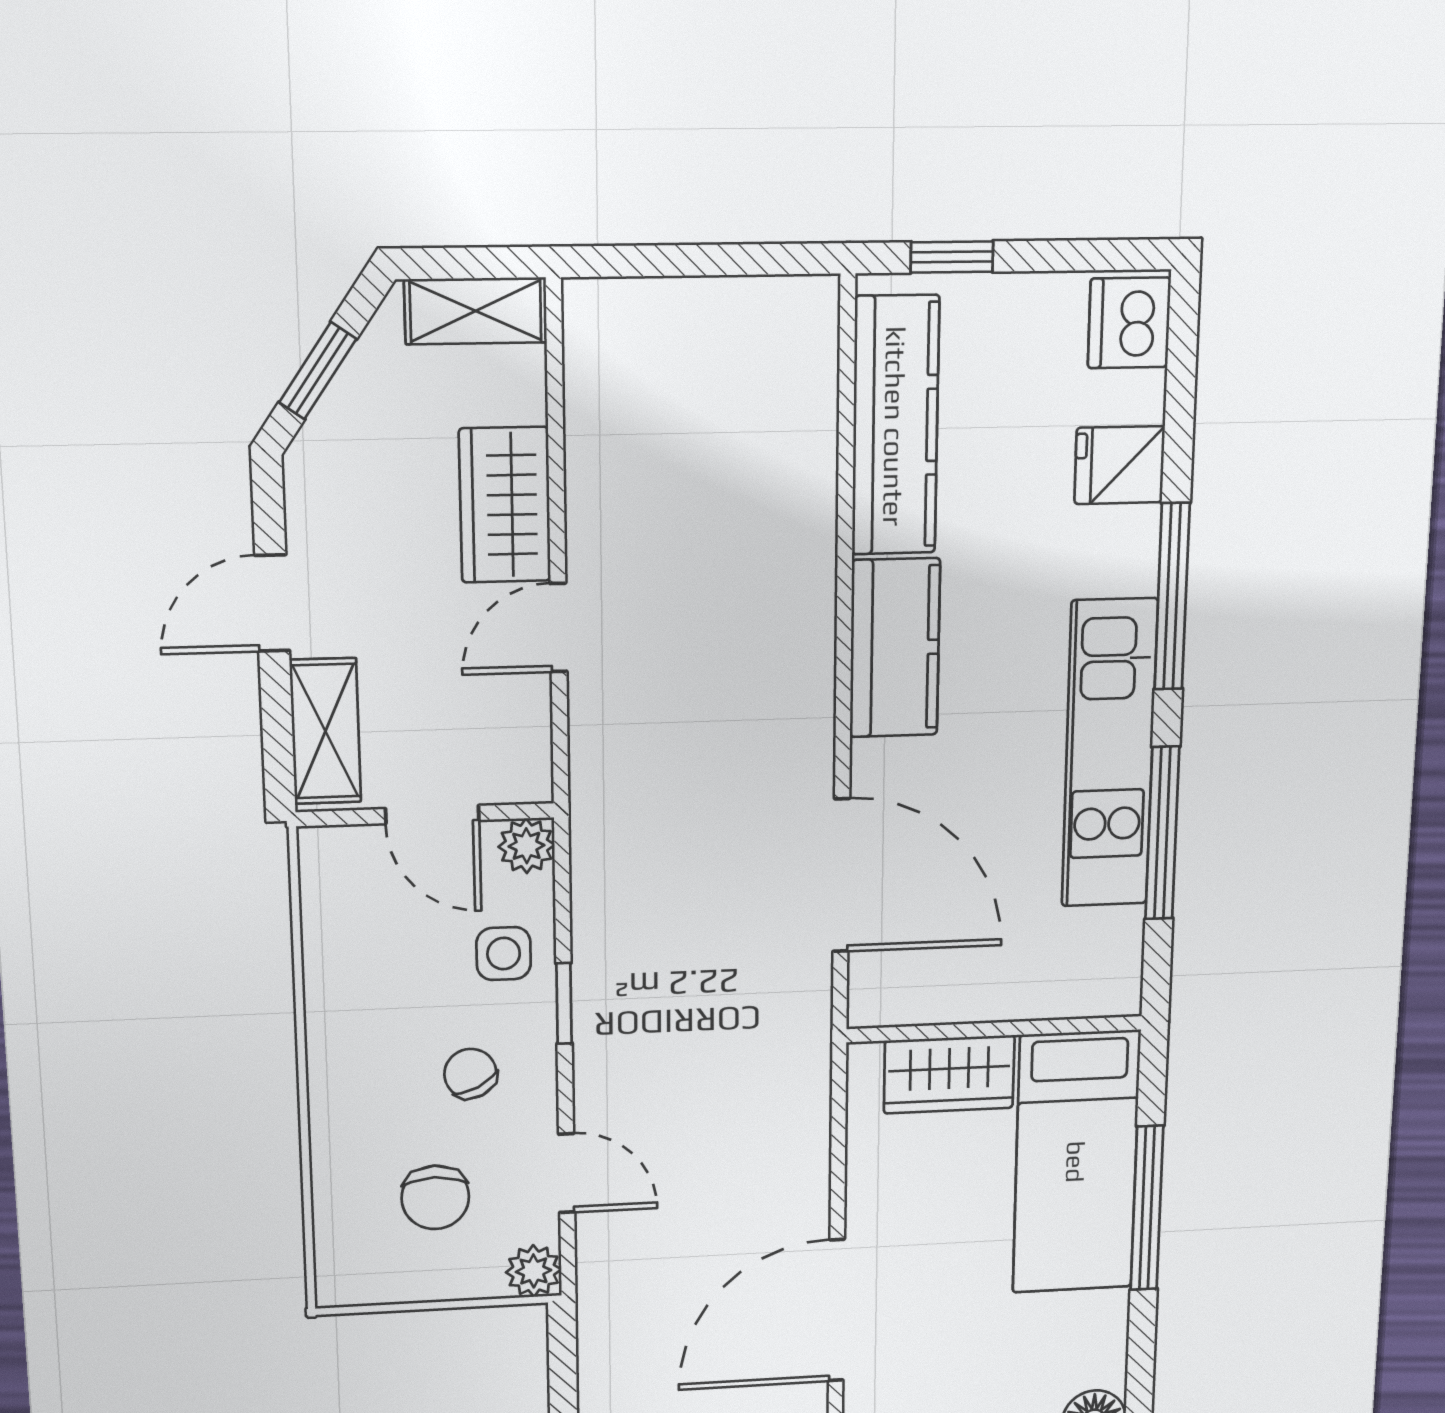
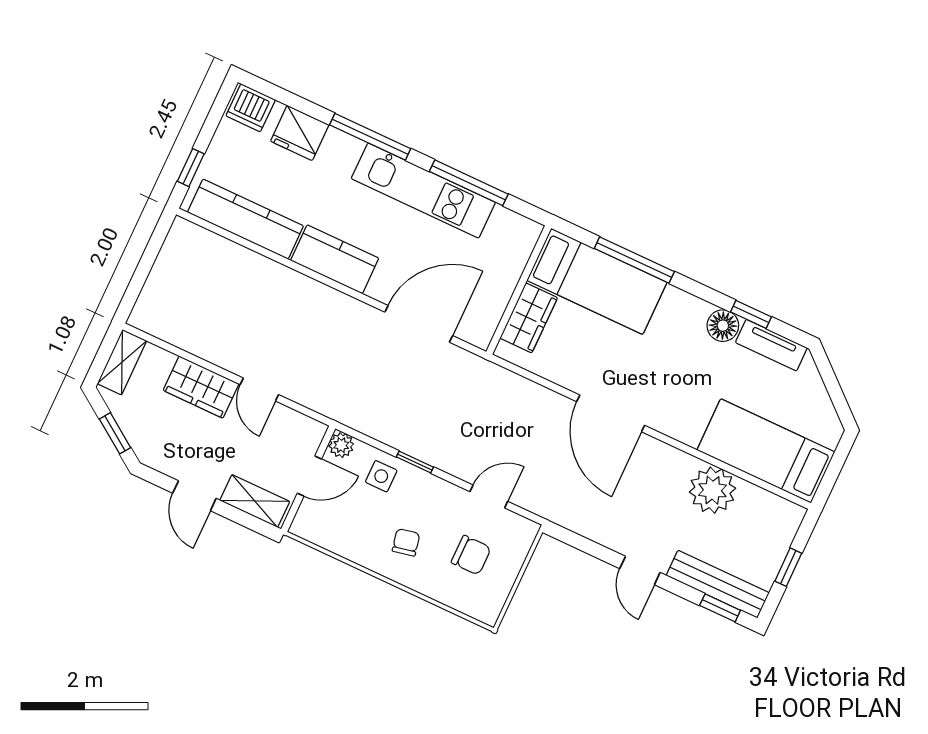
fridge: (1120, 465) -> (300, 133), width x1.38
chair: (470, 1074) -> (406, 542), moved, turned 105
plant: (534, 1271) -> (525, 531), removed

